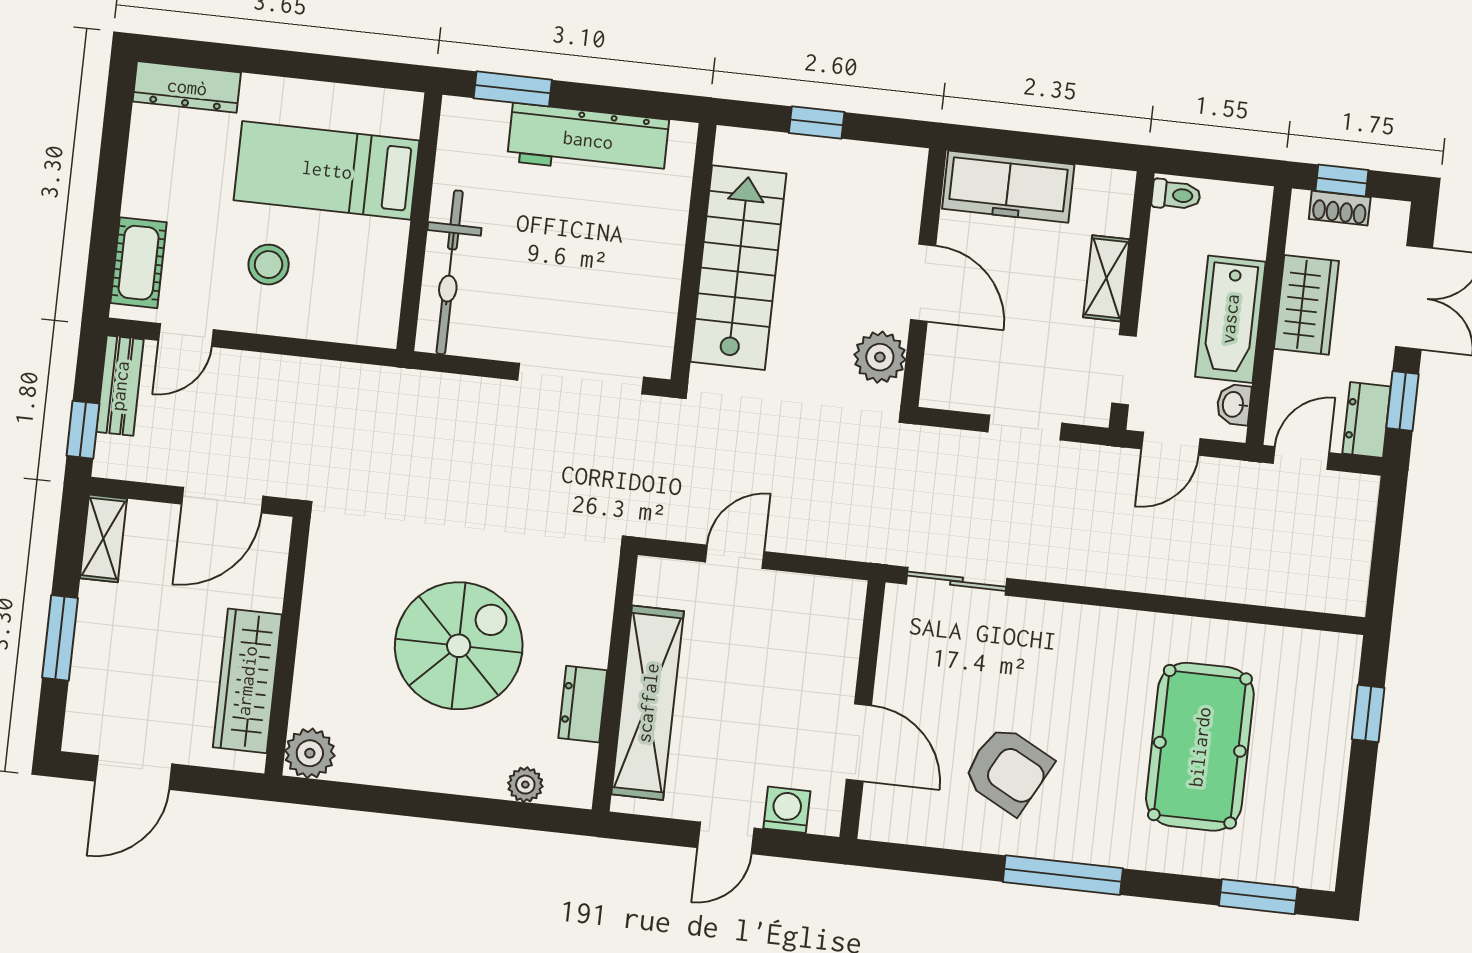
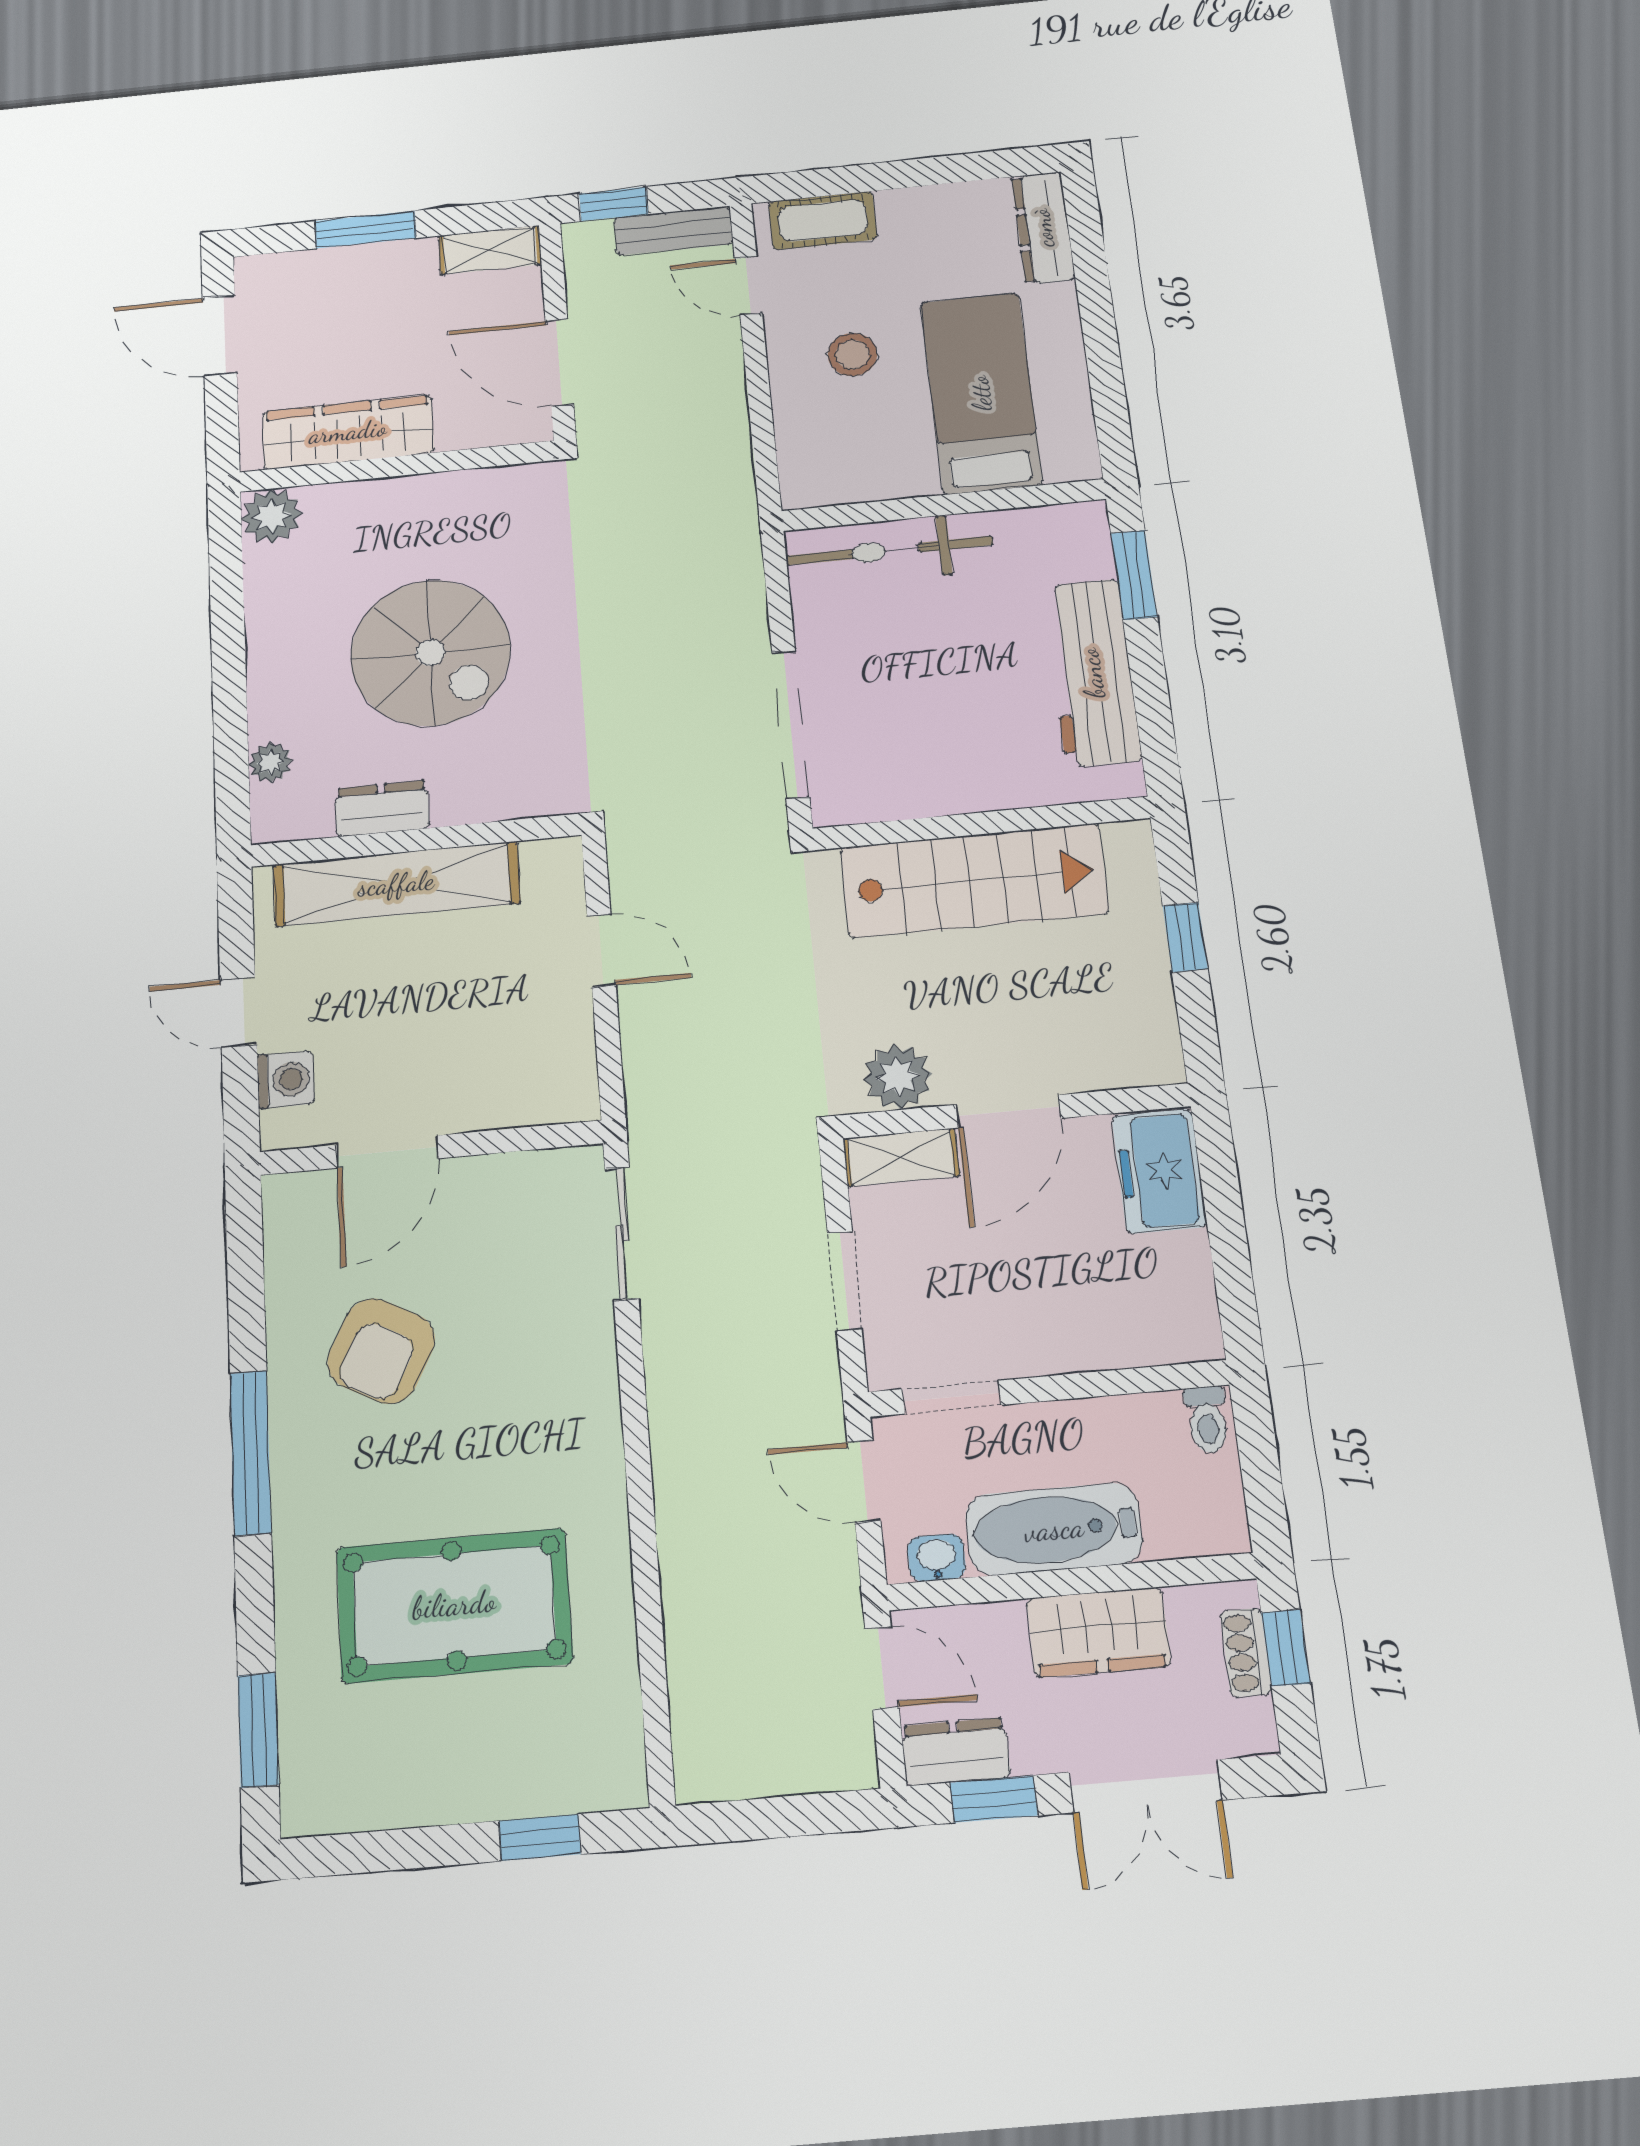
freezer: (1008, 187) -> (1159, 1171), width x0.71
shelving: (1106, 278) -> (901, 1157), moved

